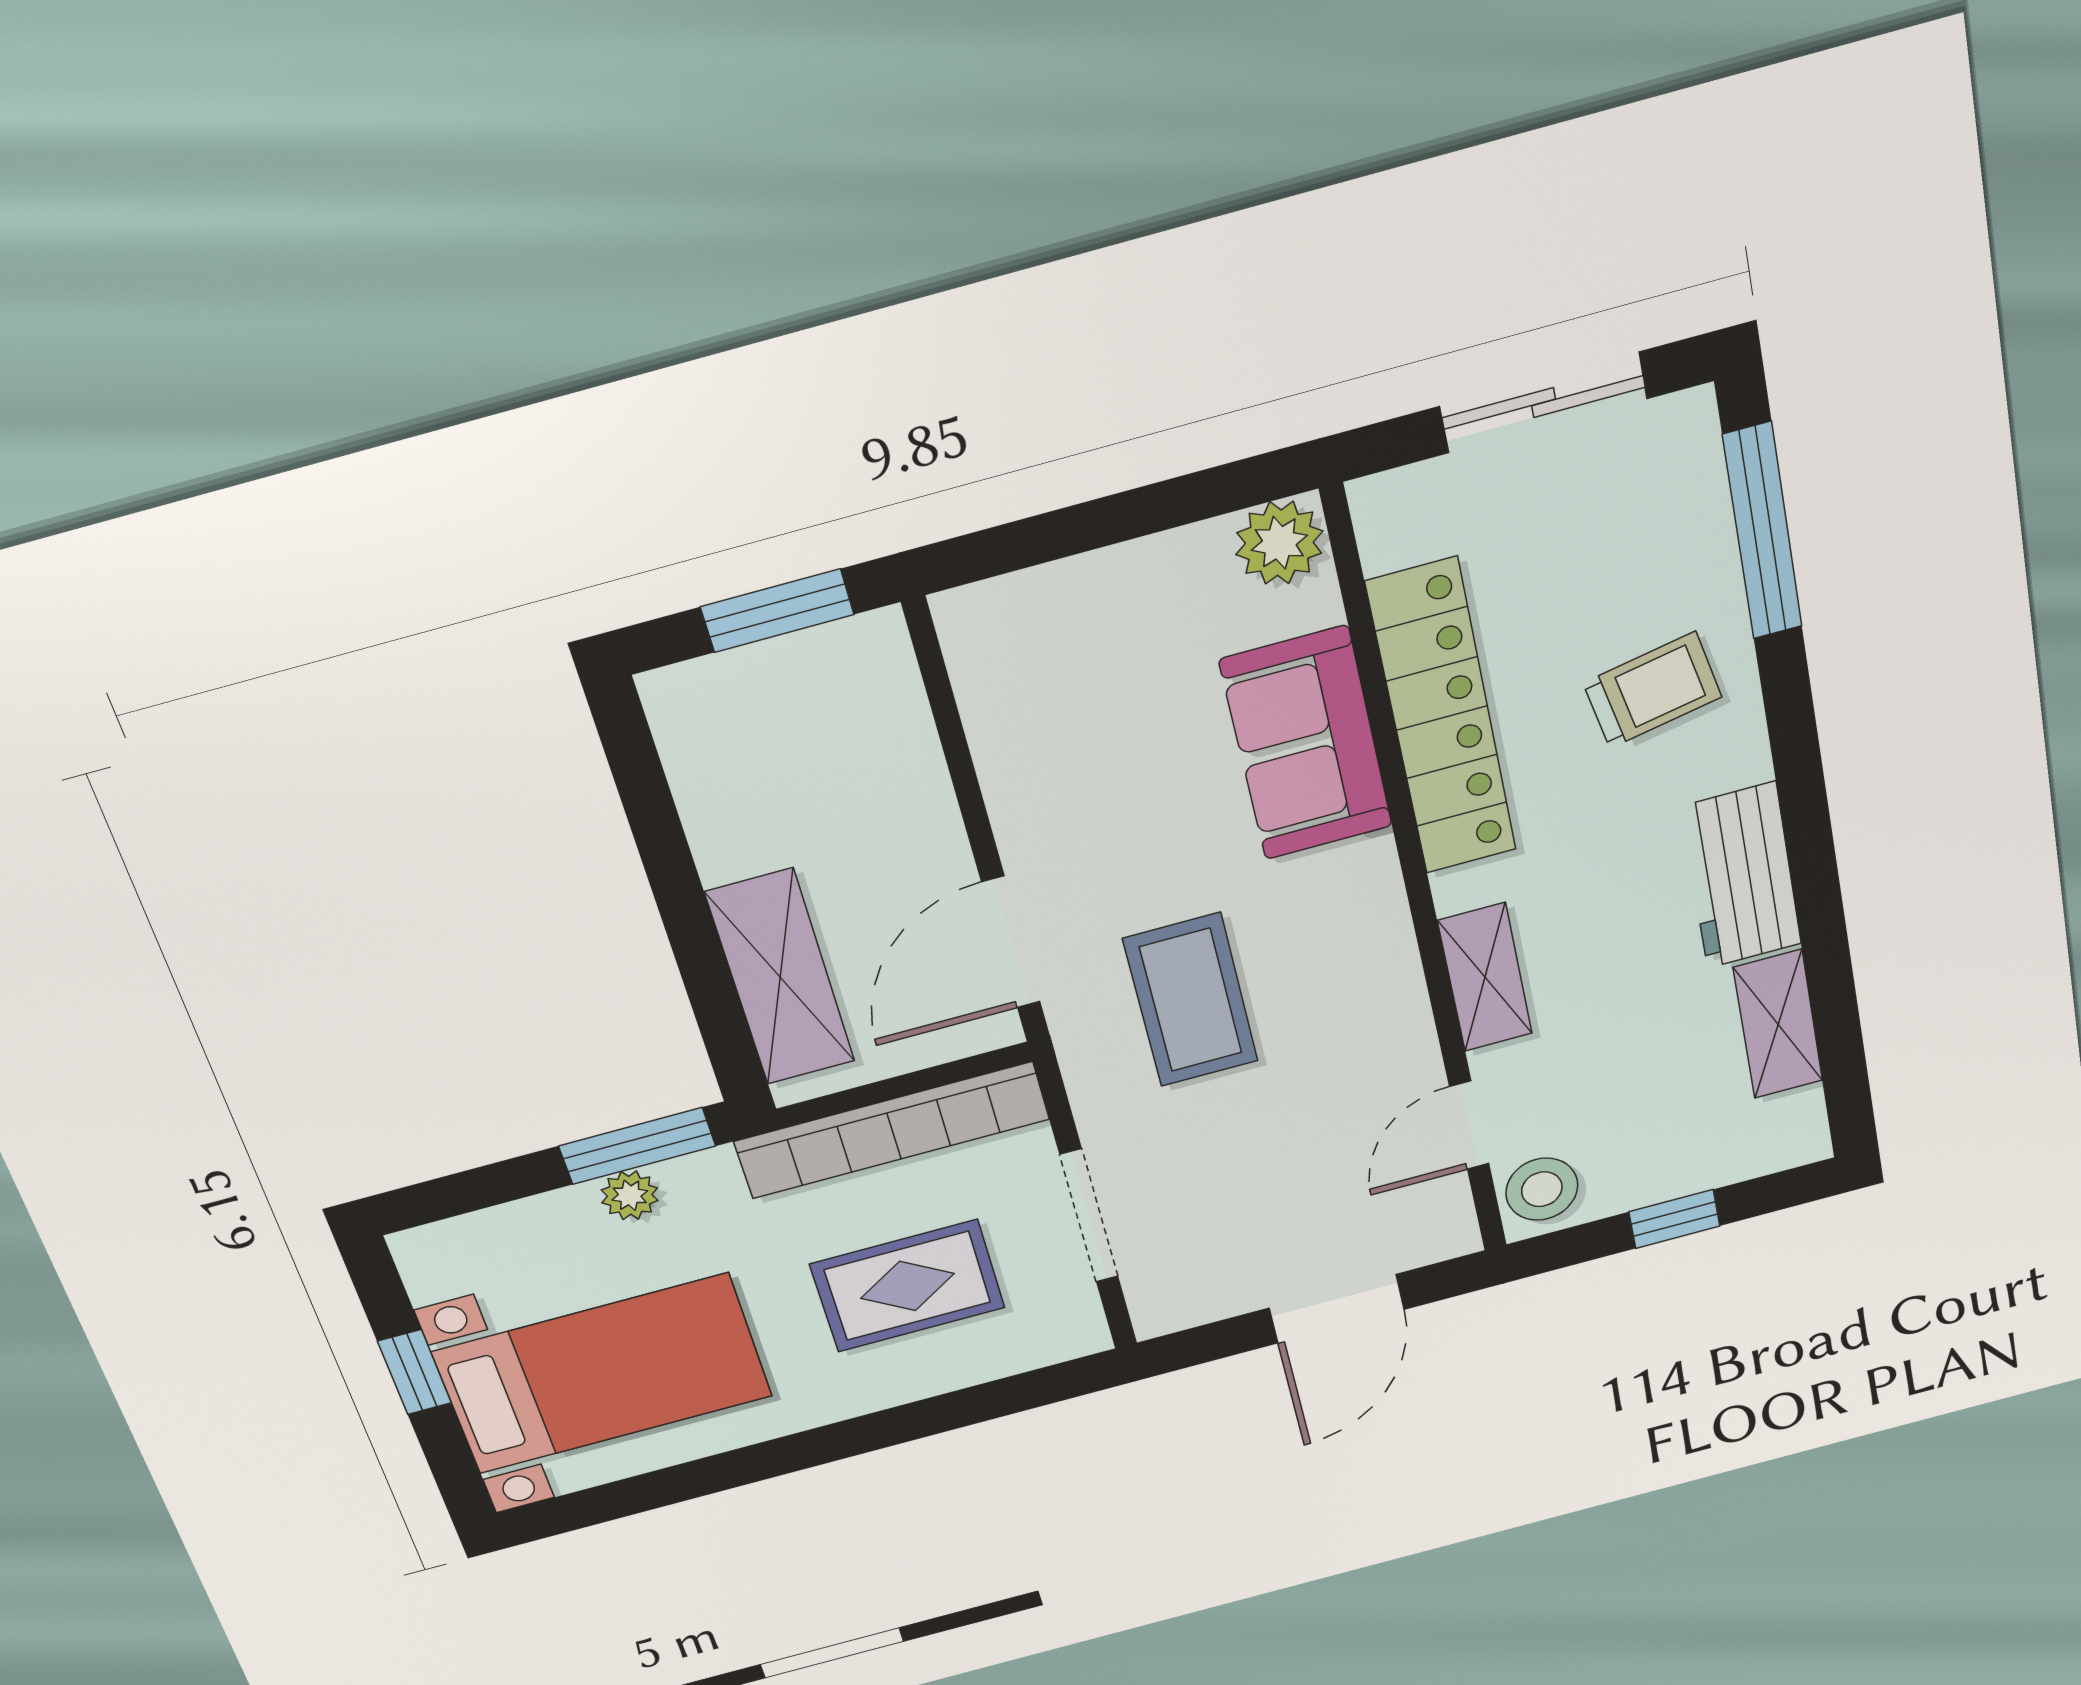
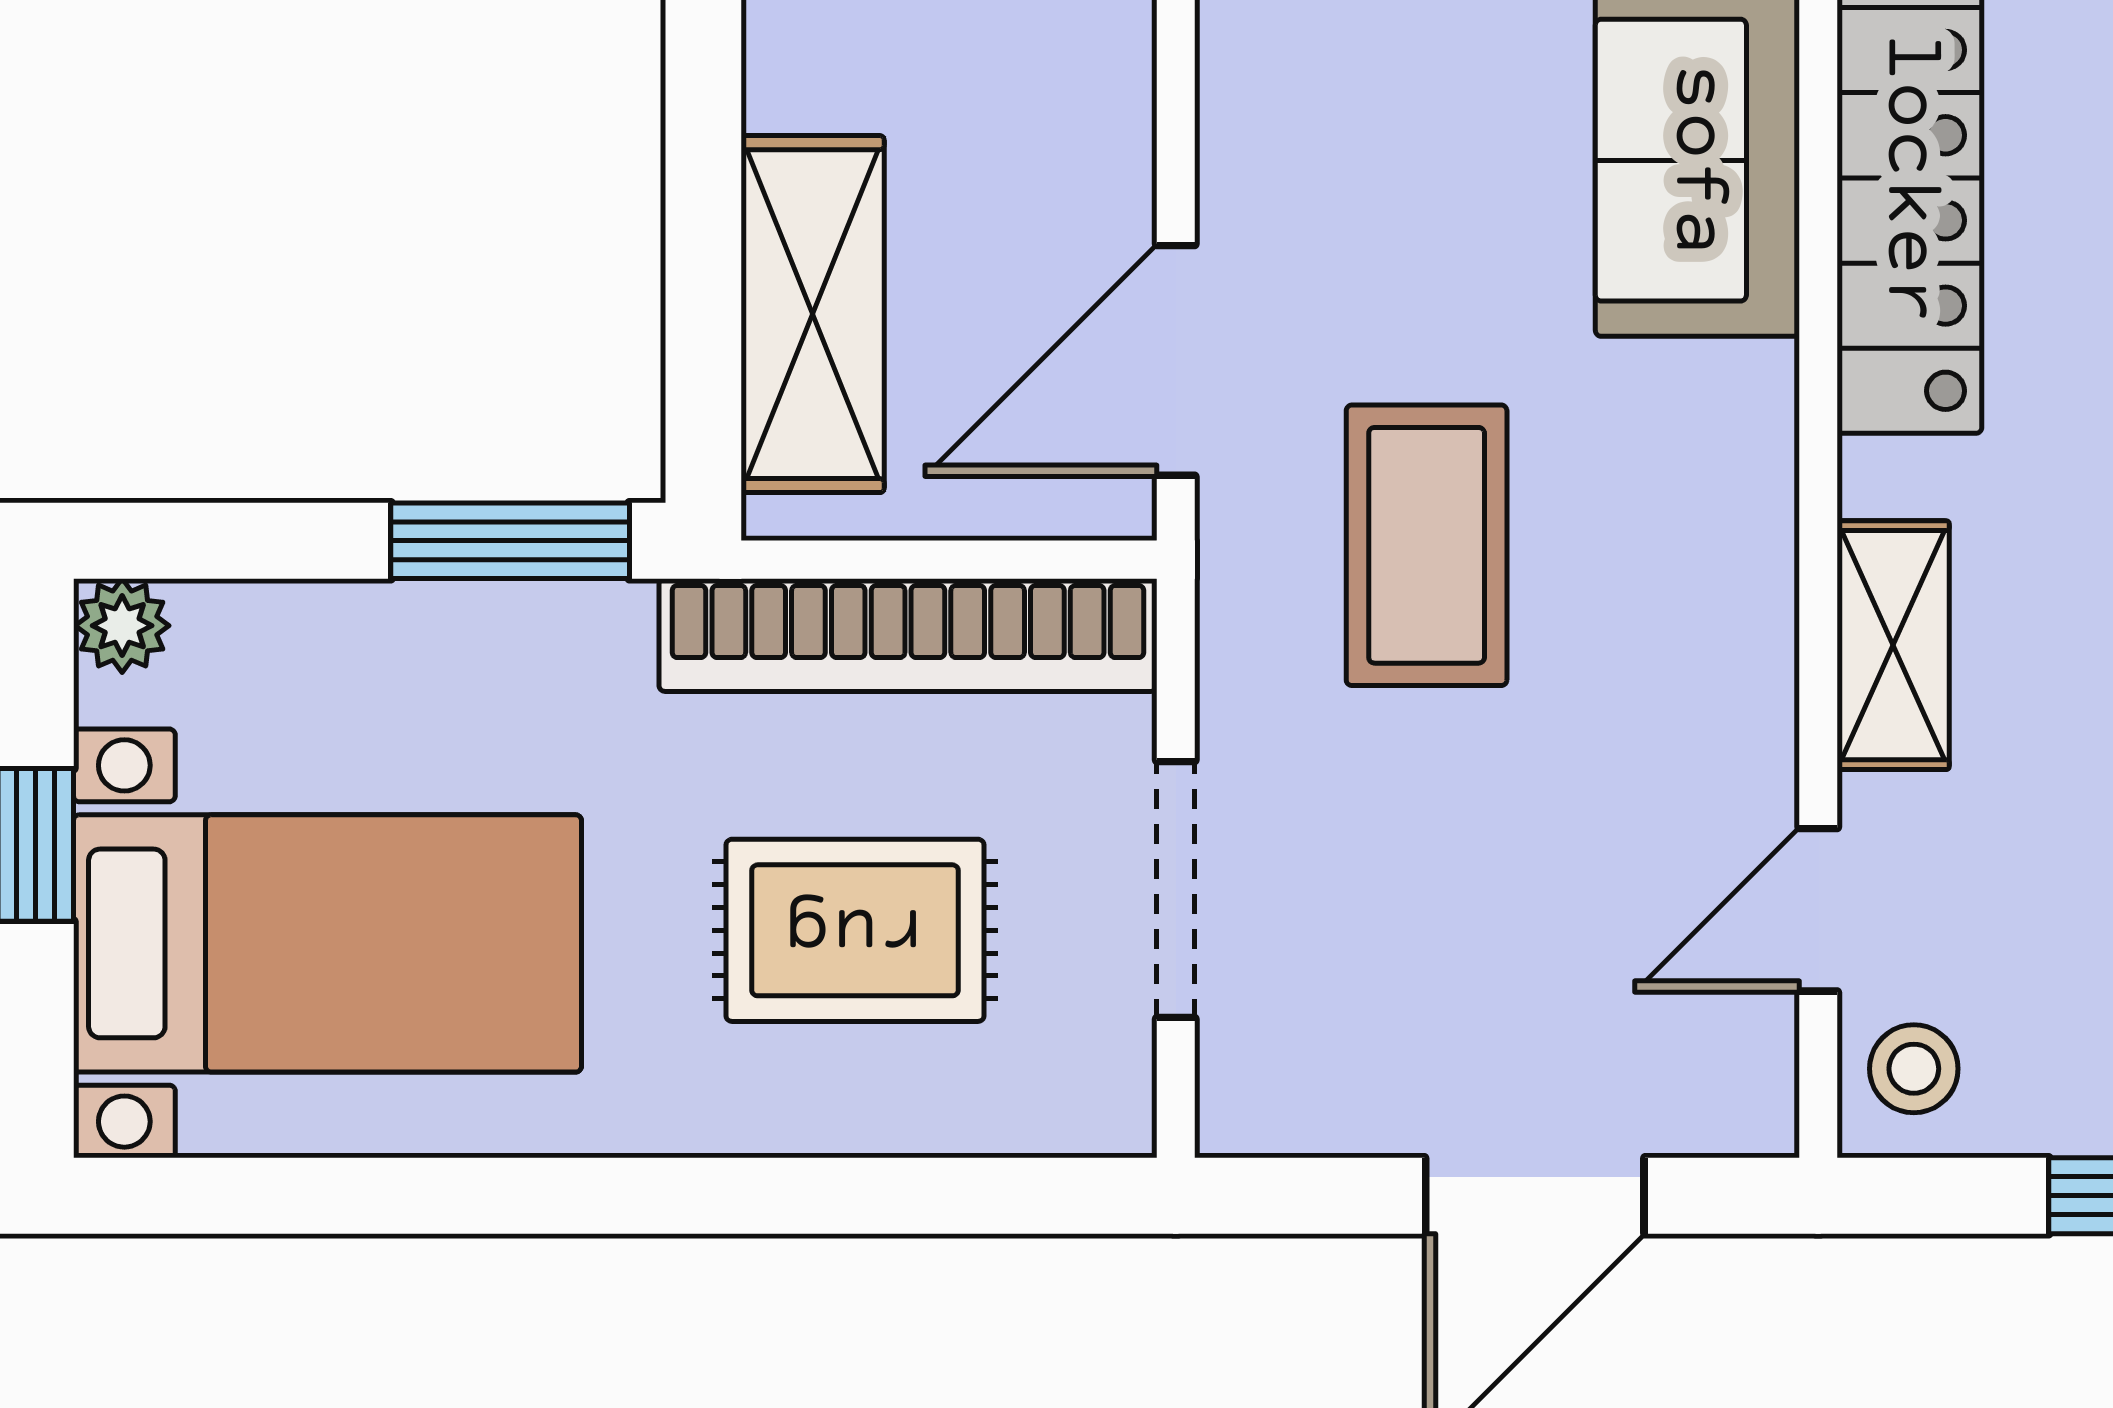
stool: (1542, 1189) -> (1914, 1069), width x0.73, depth x0.73
plant: (630, 1195) -> (122, 626), moved

